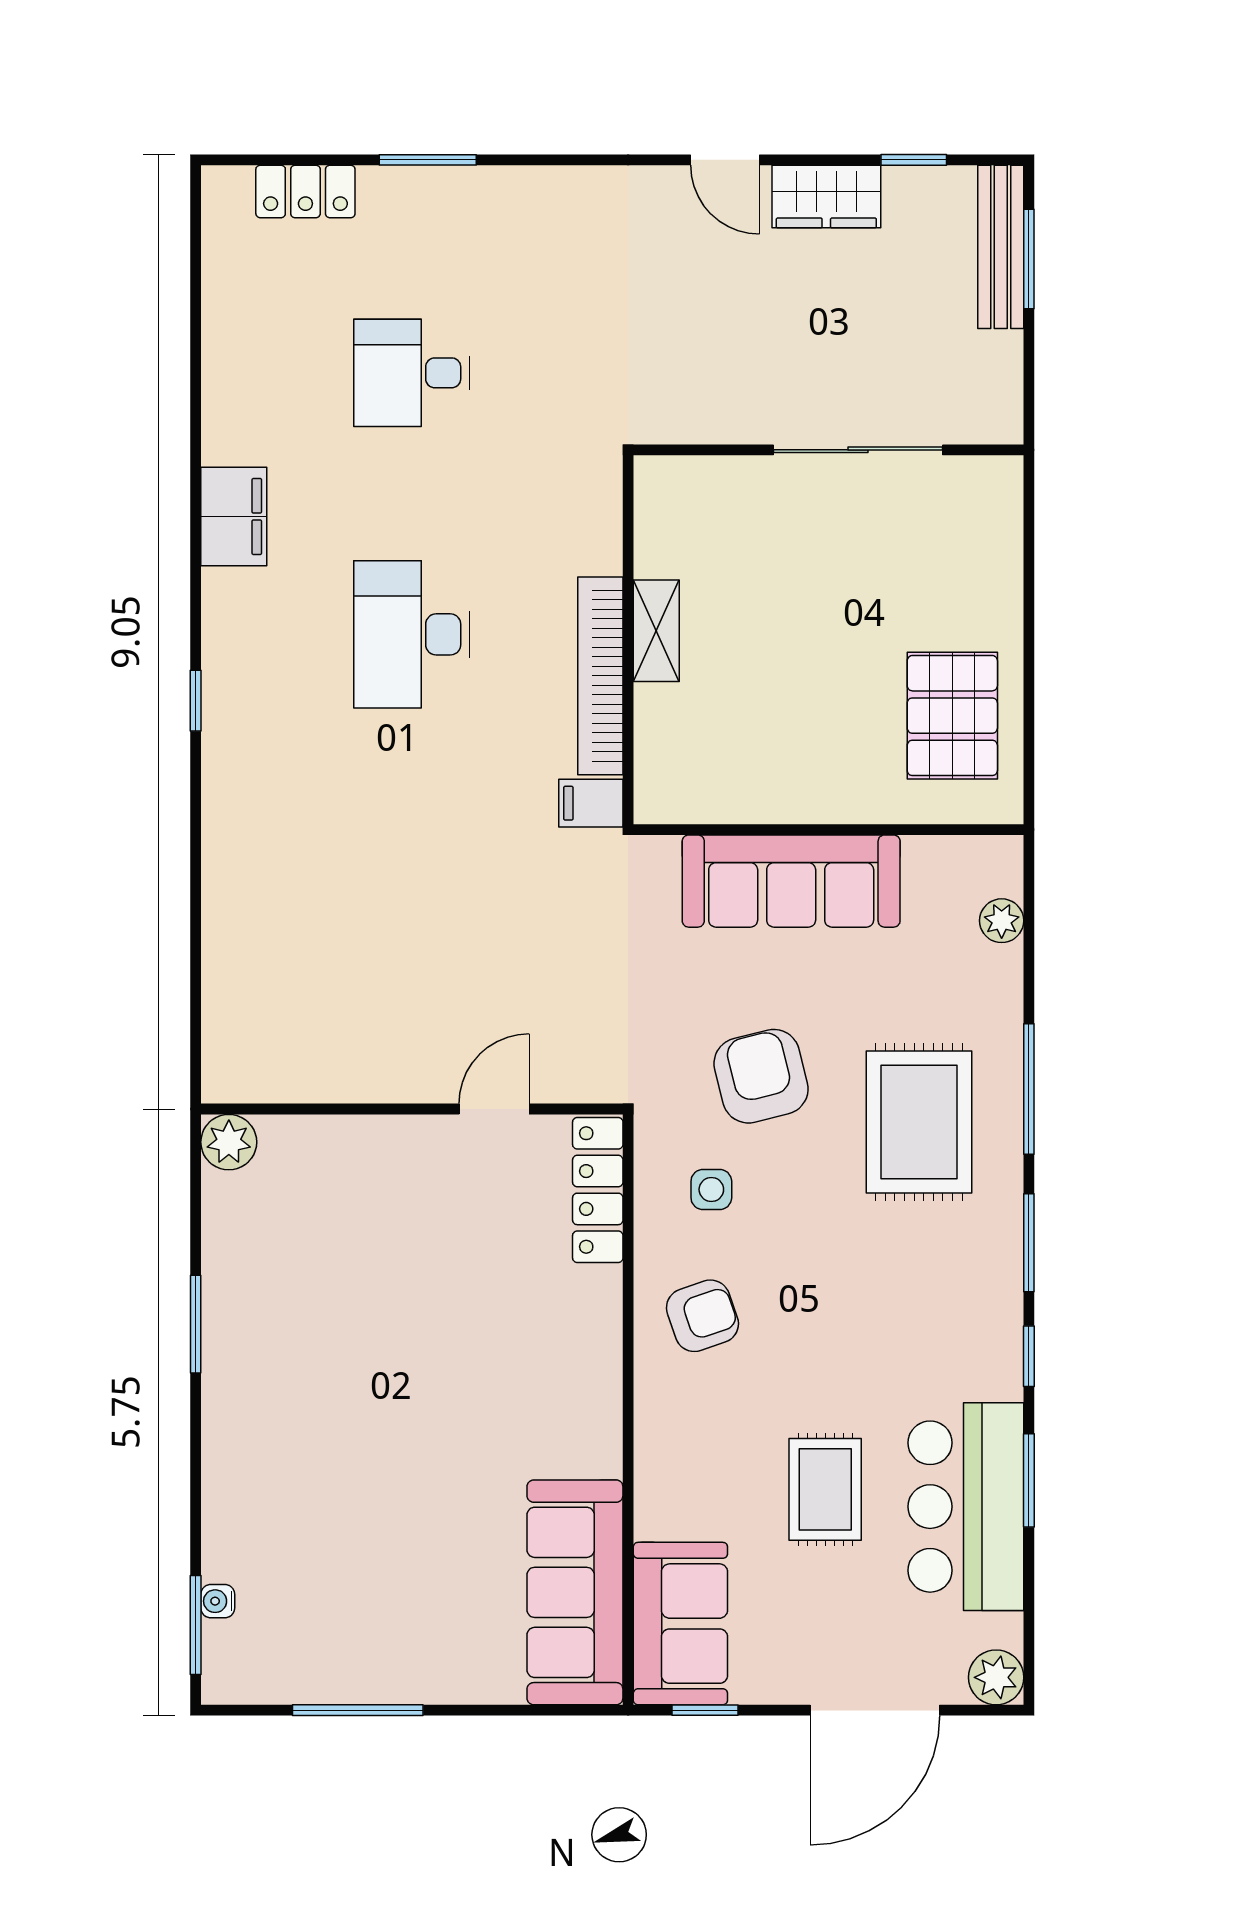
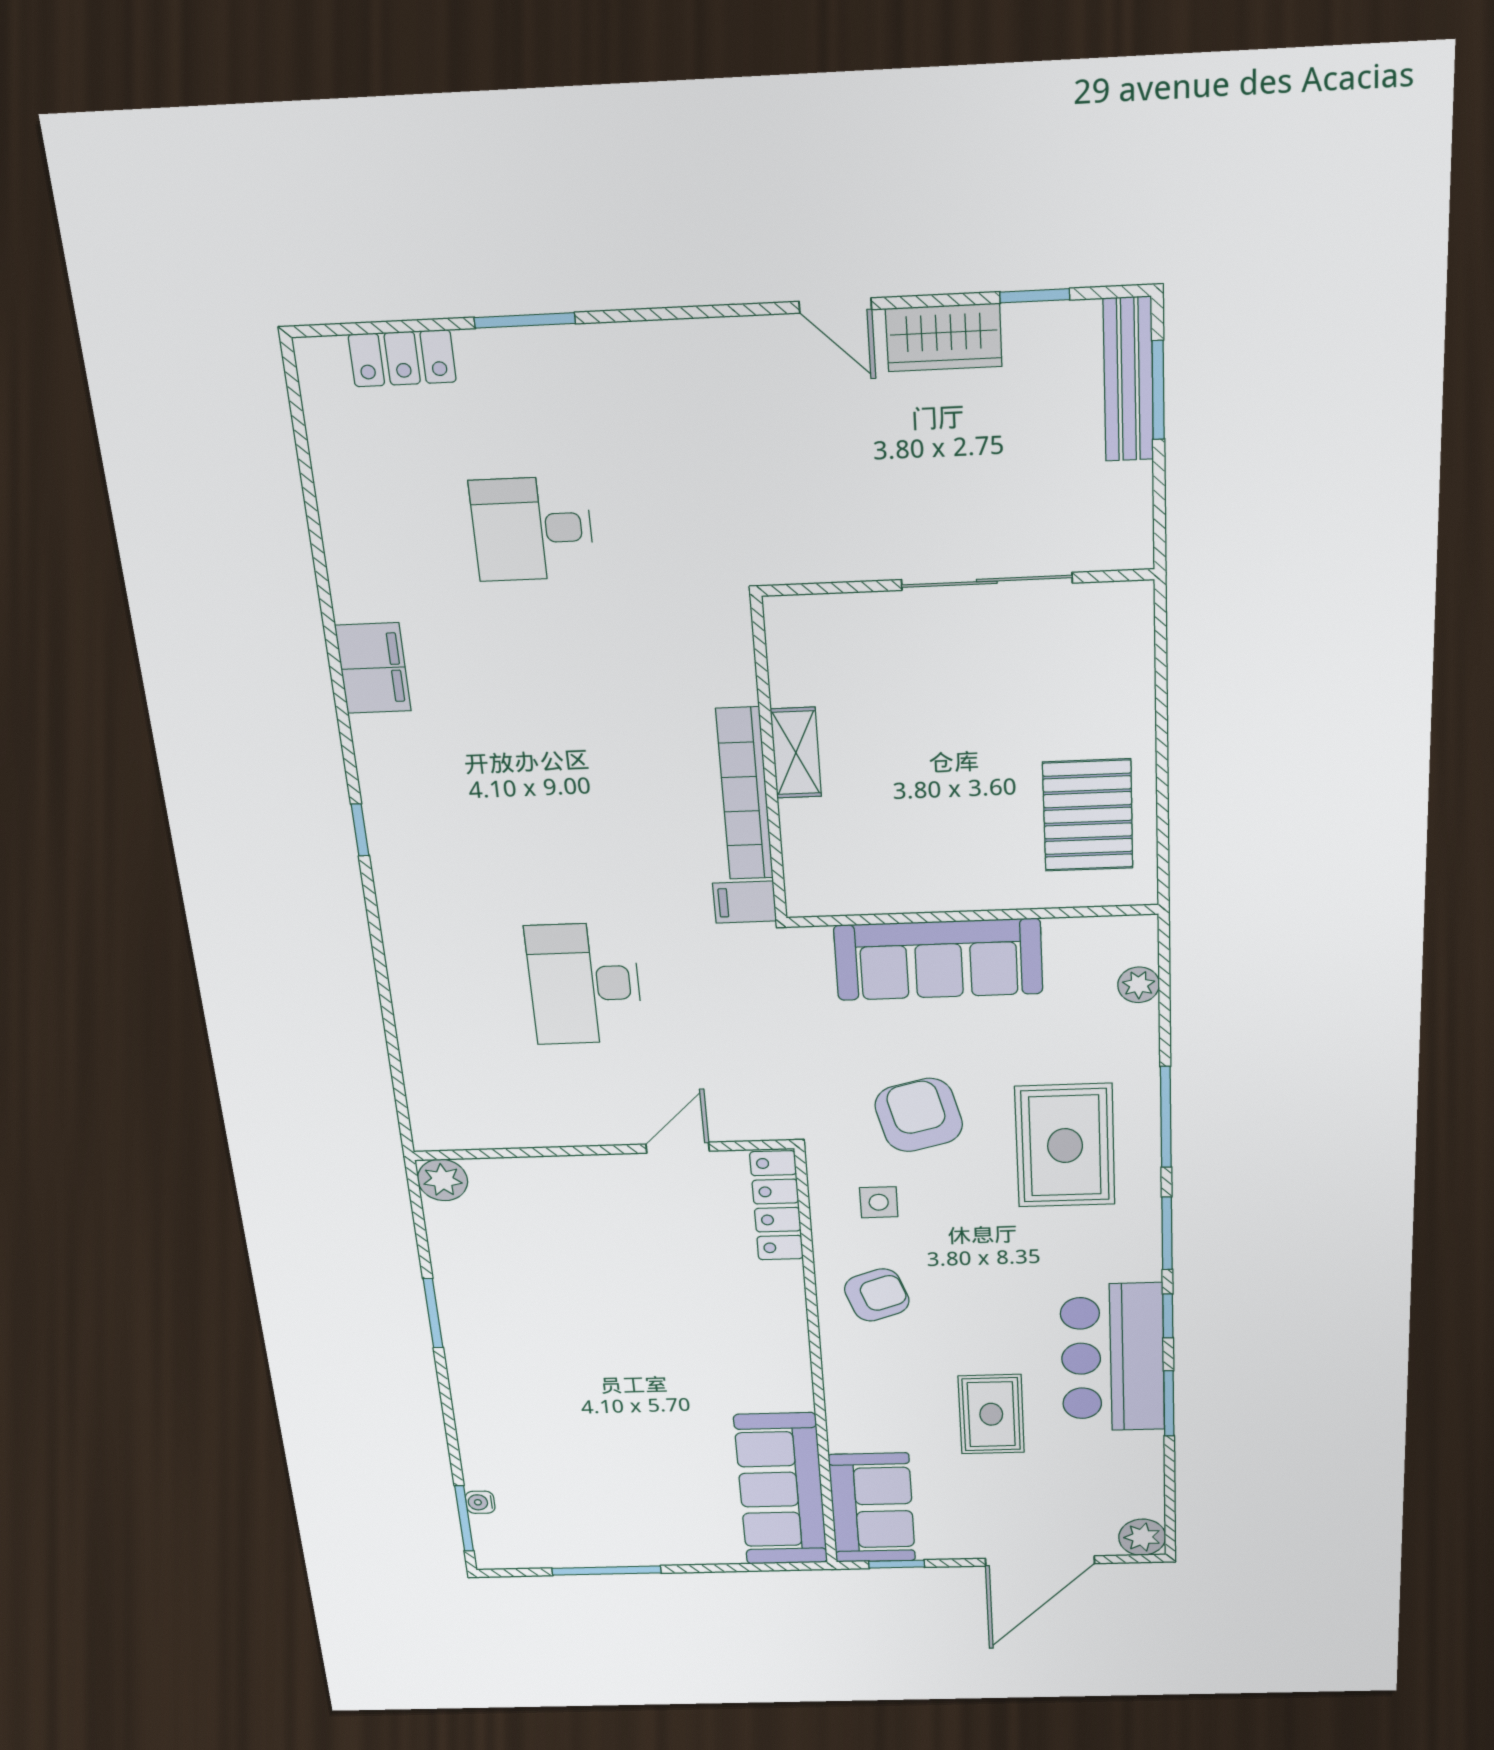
desk: (412, 634) -> (584, 984), moved
bar counter: (966, 1507) -> (1113, 1358), moved

